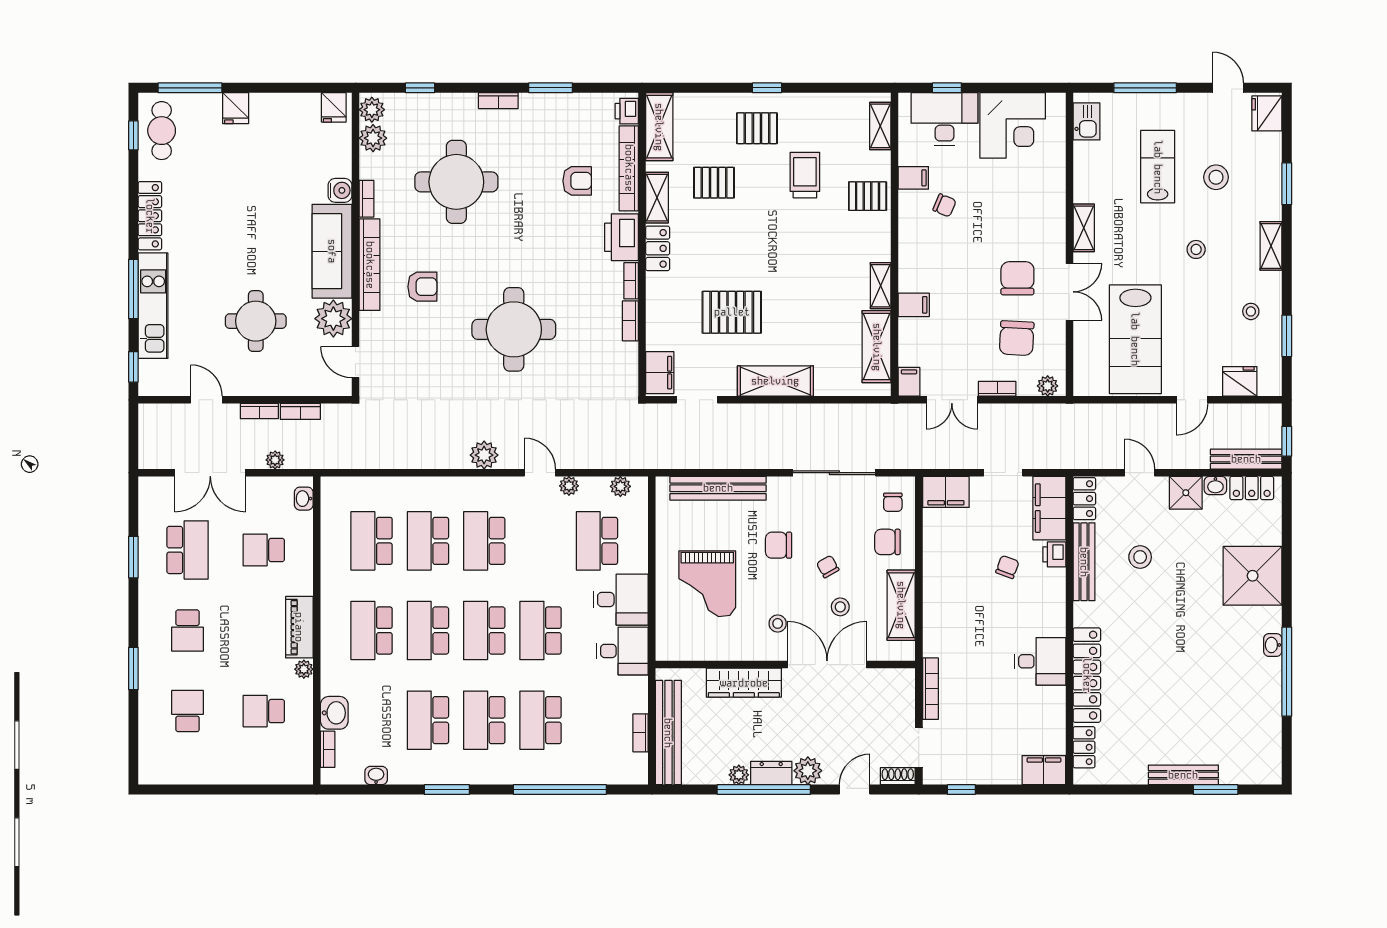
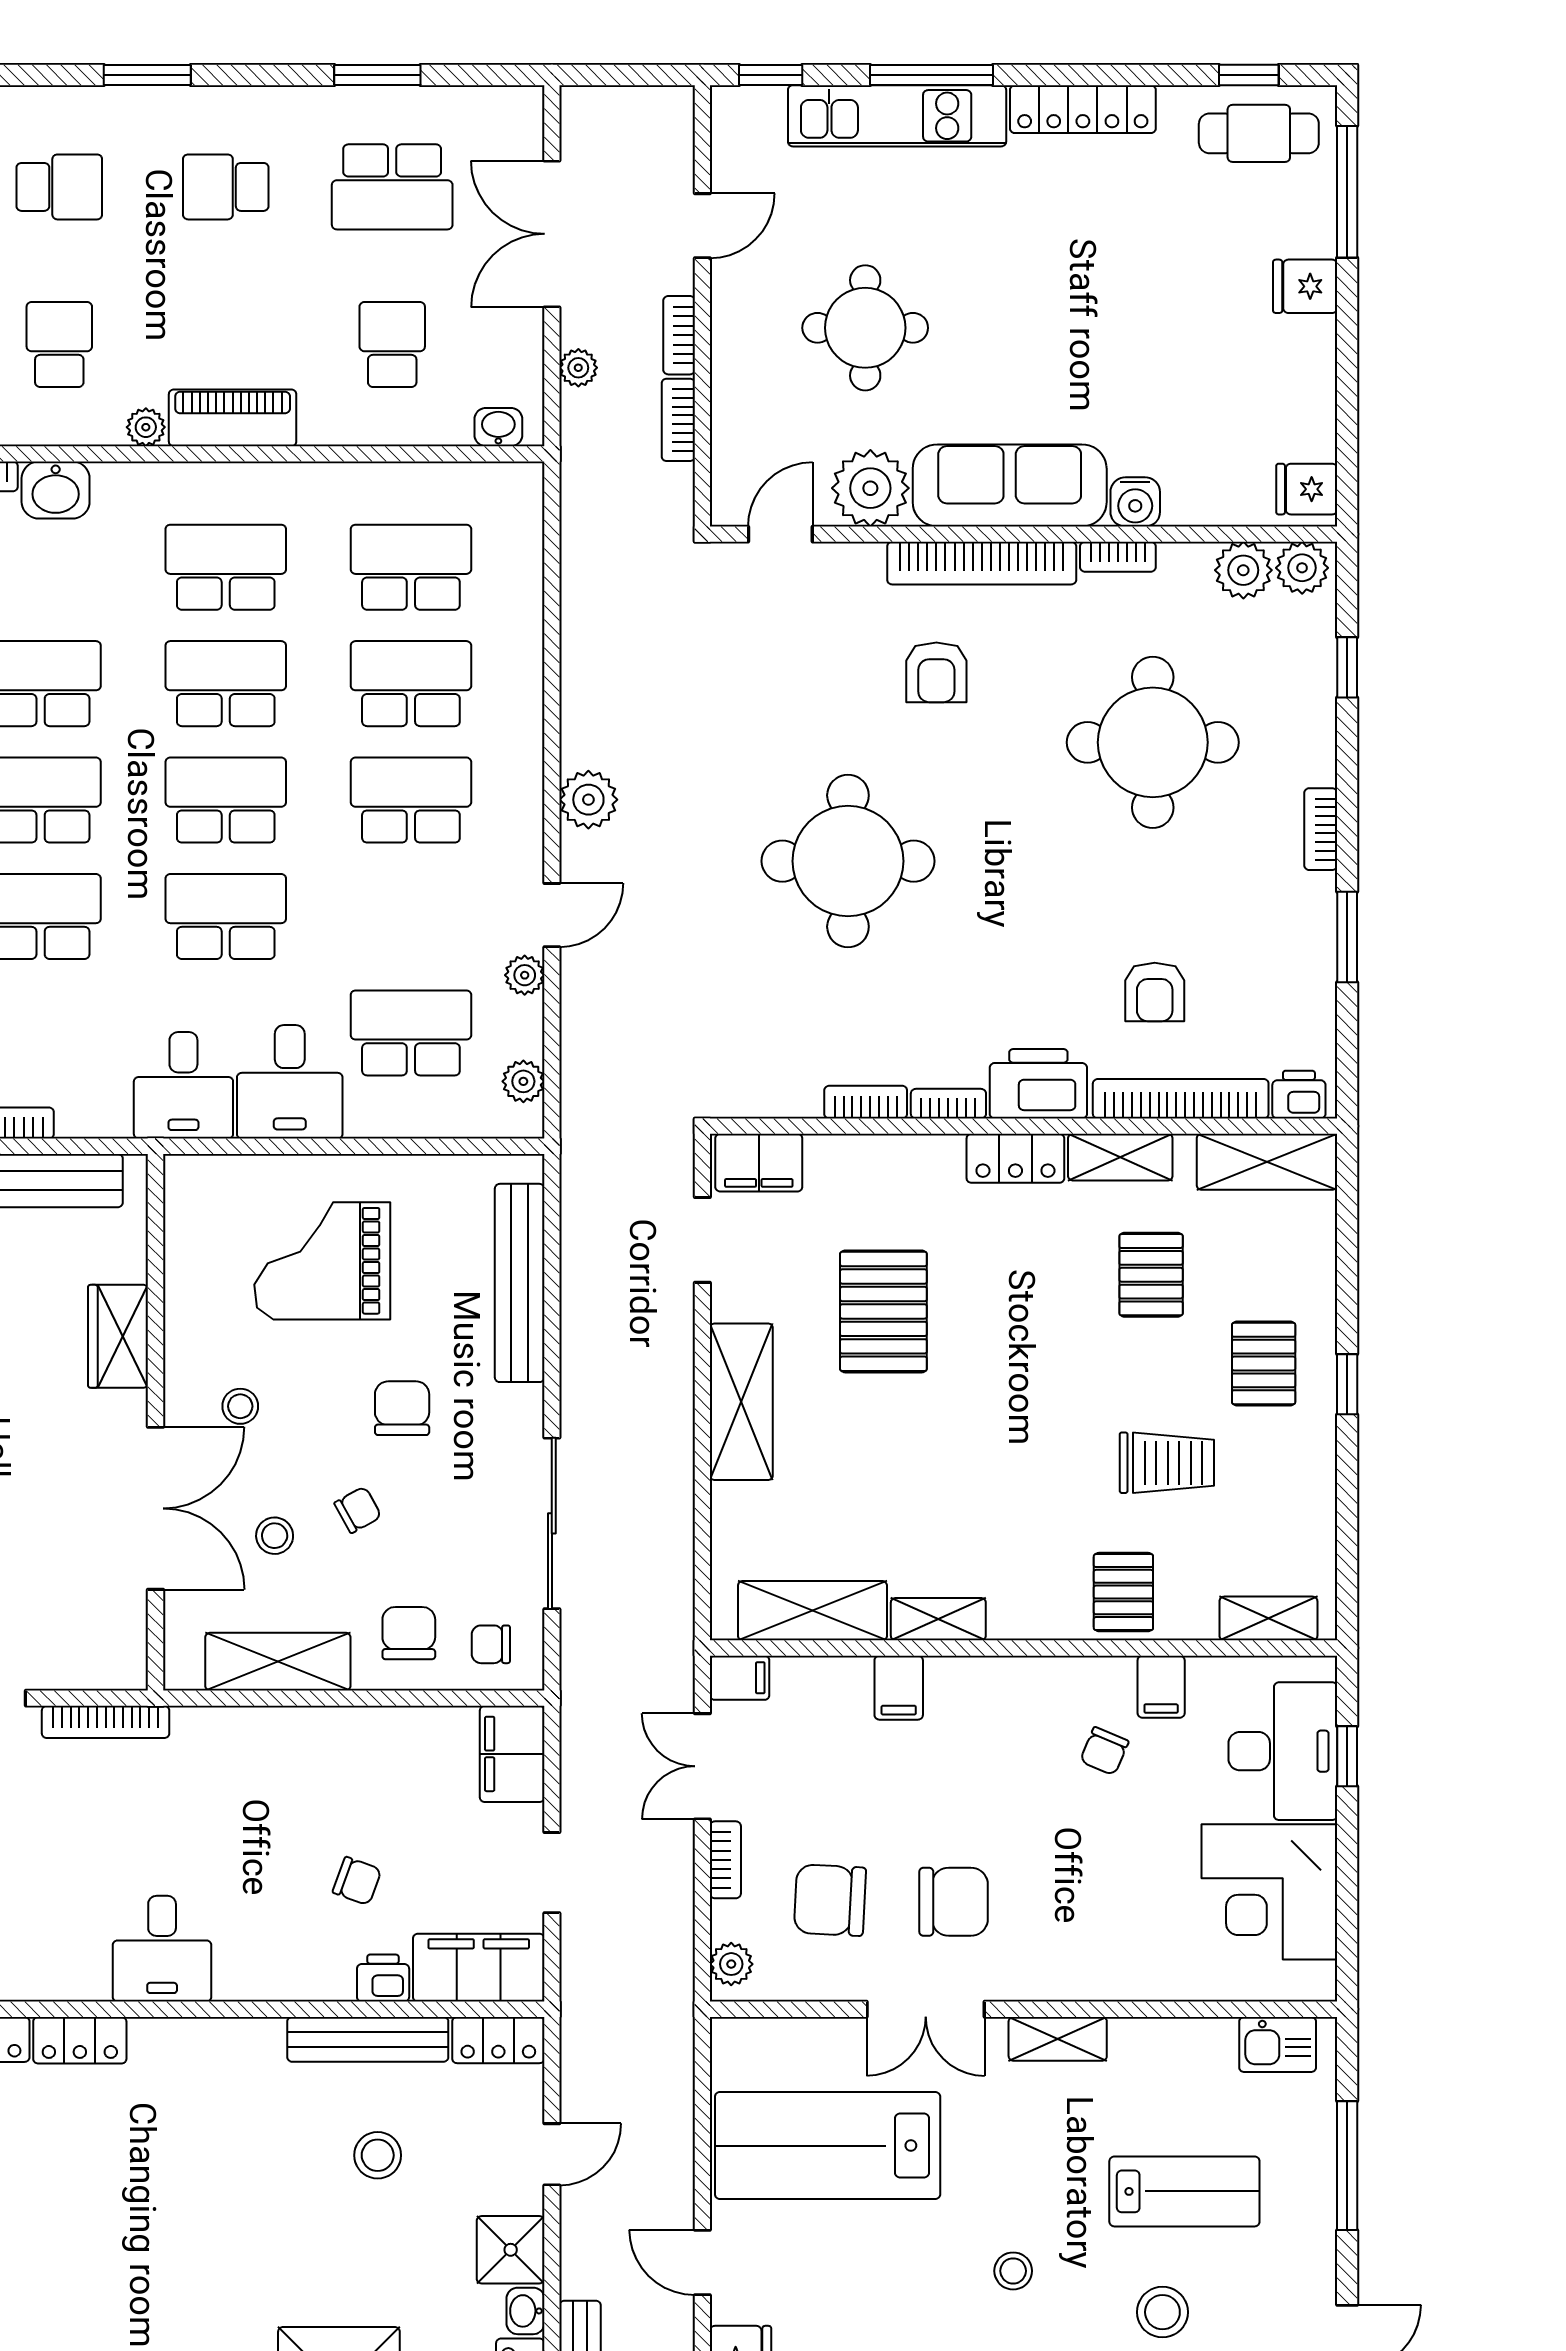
locker: (1087, 675) -> (80, 2040), width x0.46, depth x0.83
wardrobe: (744, 683) -> (118, 1336), width x0.67

